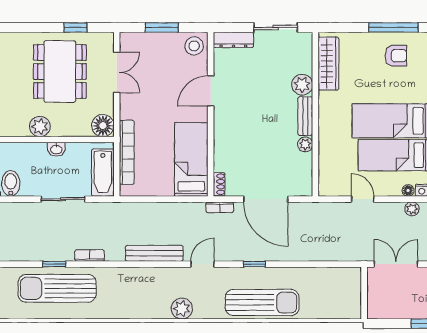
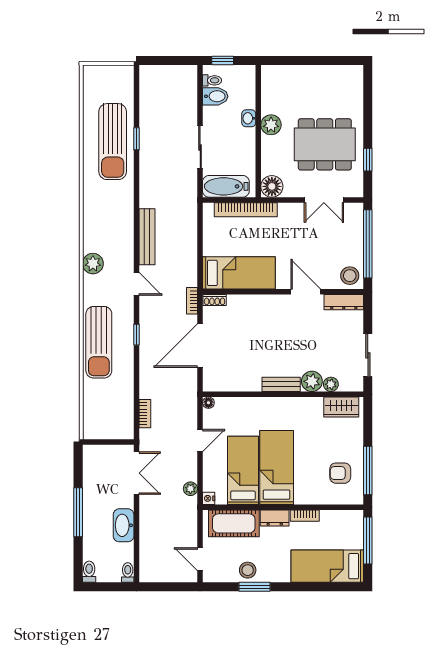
window: (162, 27) -> (368, 244), width x2.11
dresser: (233, 40) -> (344, 302), moved, turned -90
armchair: (396, 56) -> (340, 473), turned 90
wardrobe: (328, 64) -> (341, 407), width x0.67
plant: (305, 144) -> (331, 384), moved
washbasin: (56, 149) -> (249, 118), moved
floor lamp: (408, 190) -> (208, 403), moved
bookcase: (90, 256) -> (145, 414), moved
sun lounger: (57, 288) -> (113, 142), turned 180

